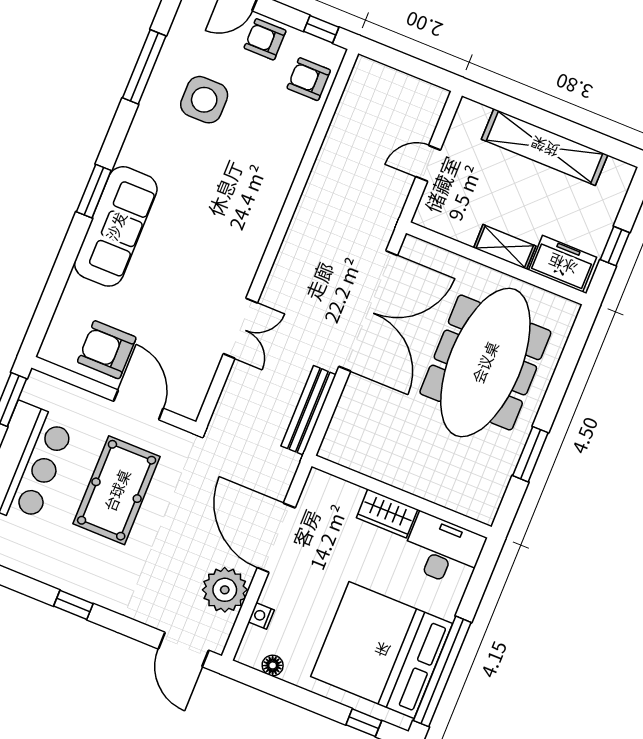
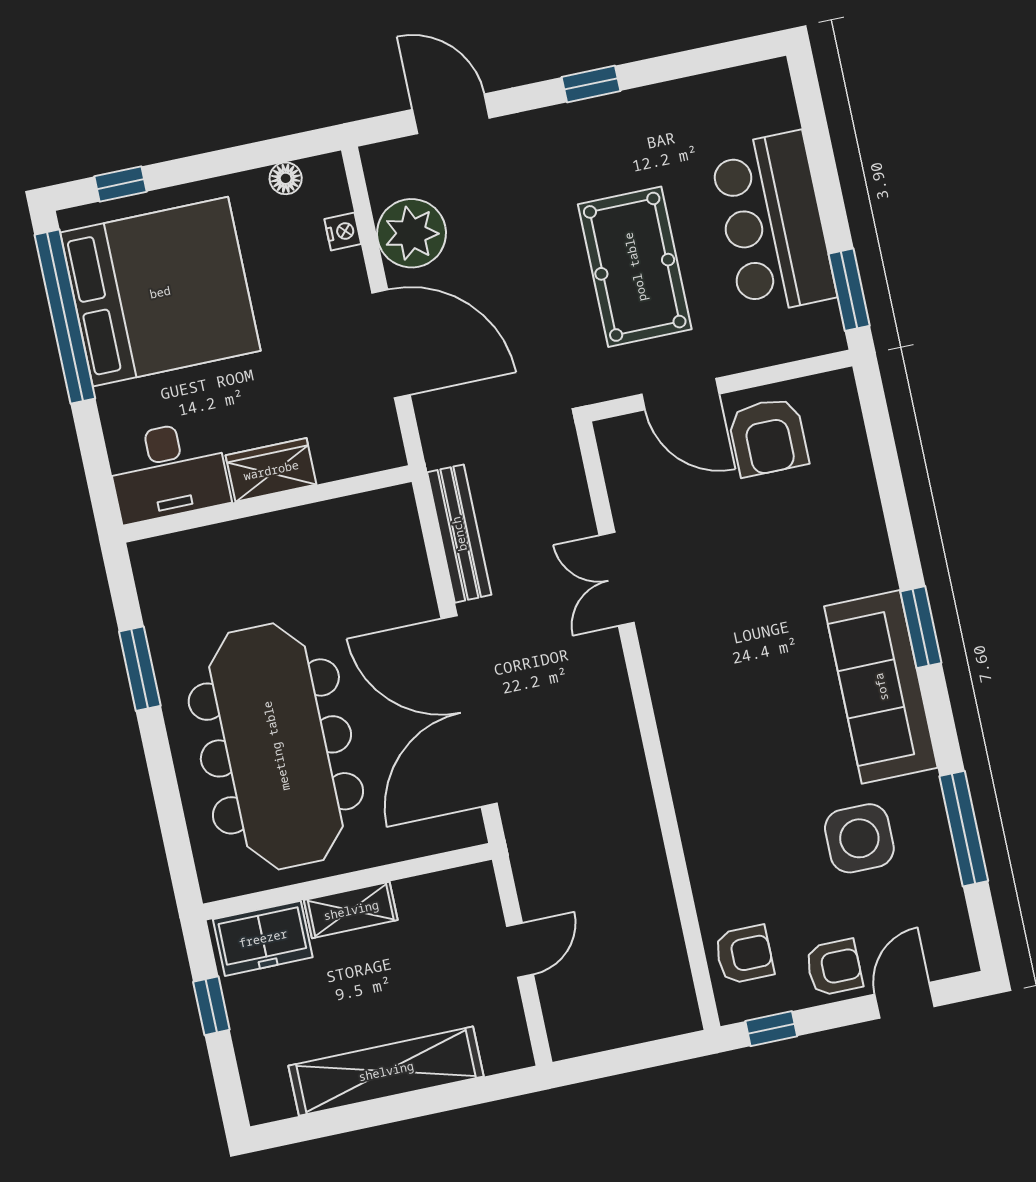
sofa: (116, 226) -> (881, 687), moved
armchair: (107, 350) -> (768, 437), turned 90
door: (184, 650) -> (451, 114), moved

